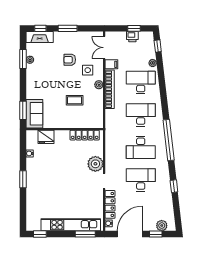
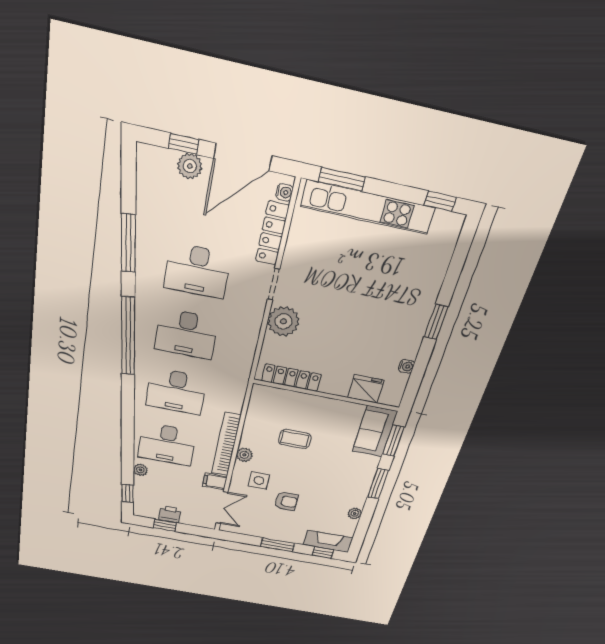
window: (23, 59) -> (378, 484), moved
desk: (141, 147) -> (186, 334), turned 180
window: (174, 186) -> (128, 243), width x2.17
plant: (162, 226) -> (190, 166), moved

